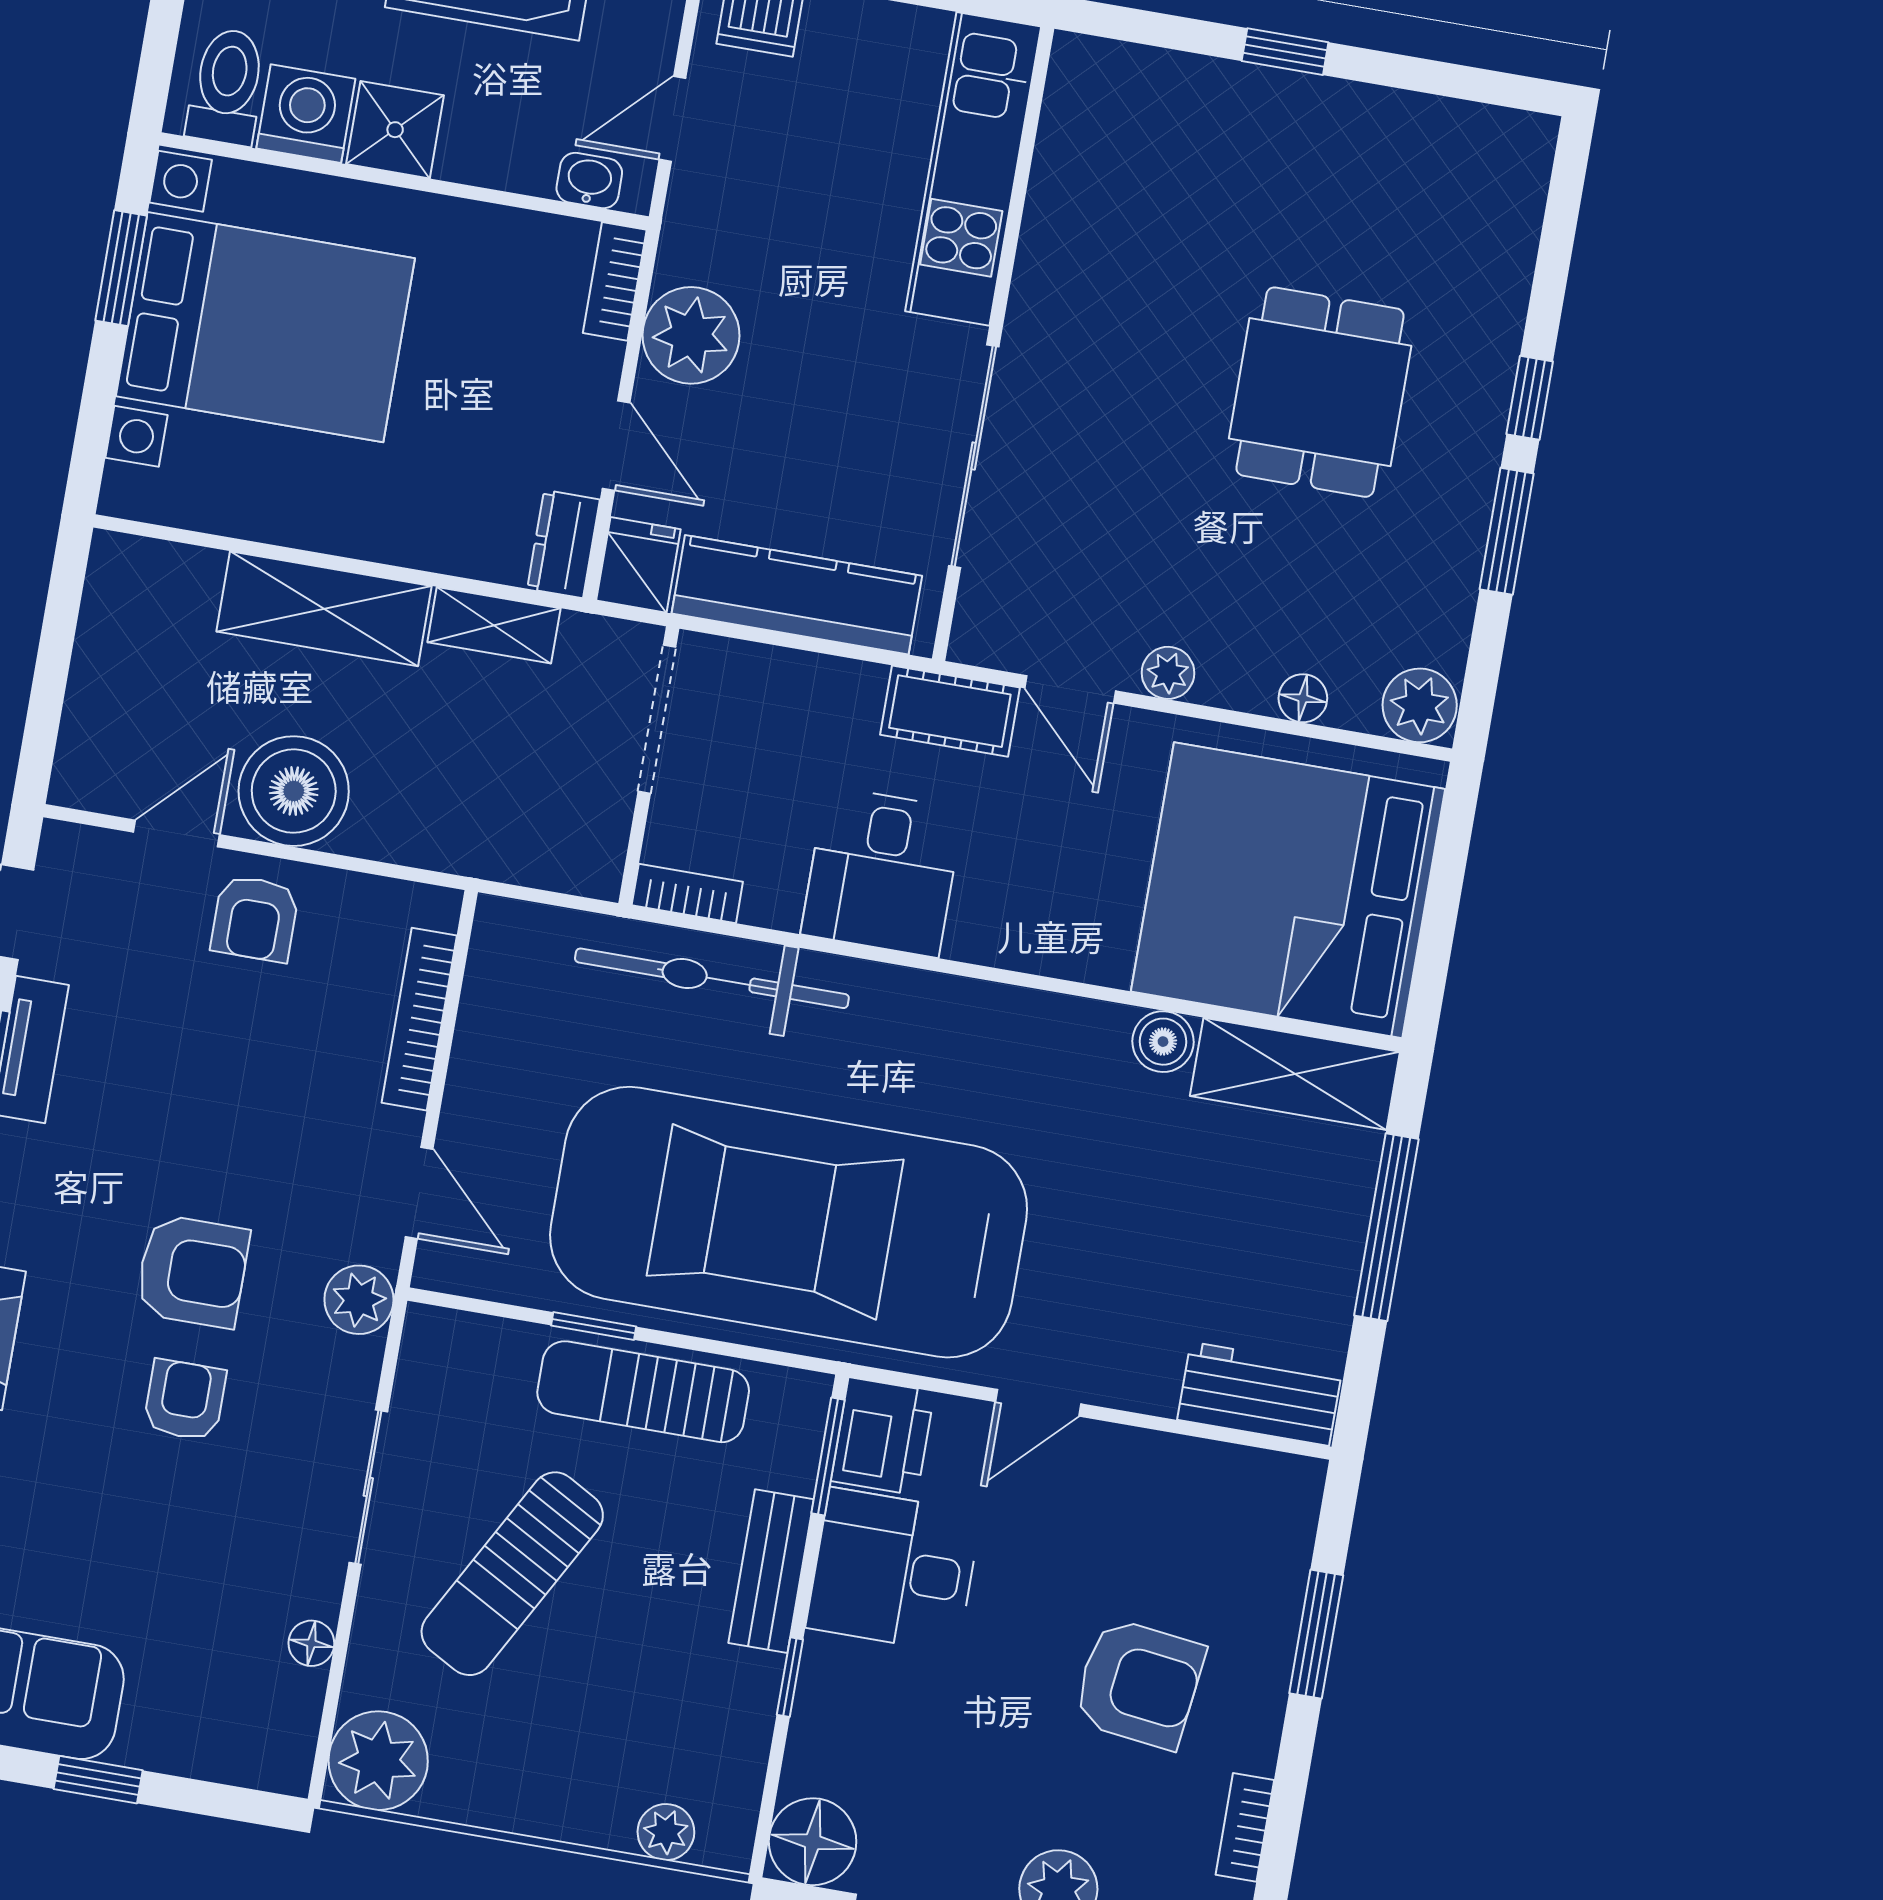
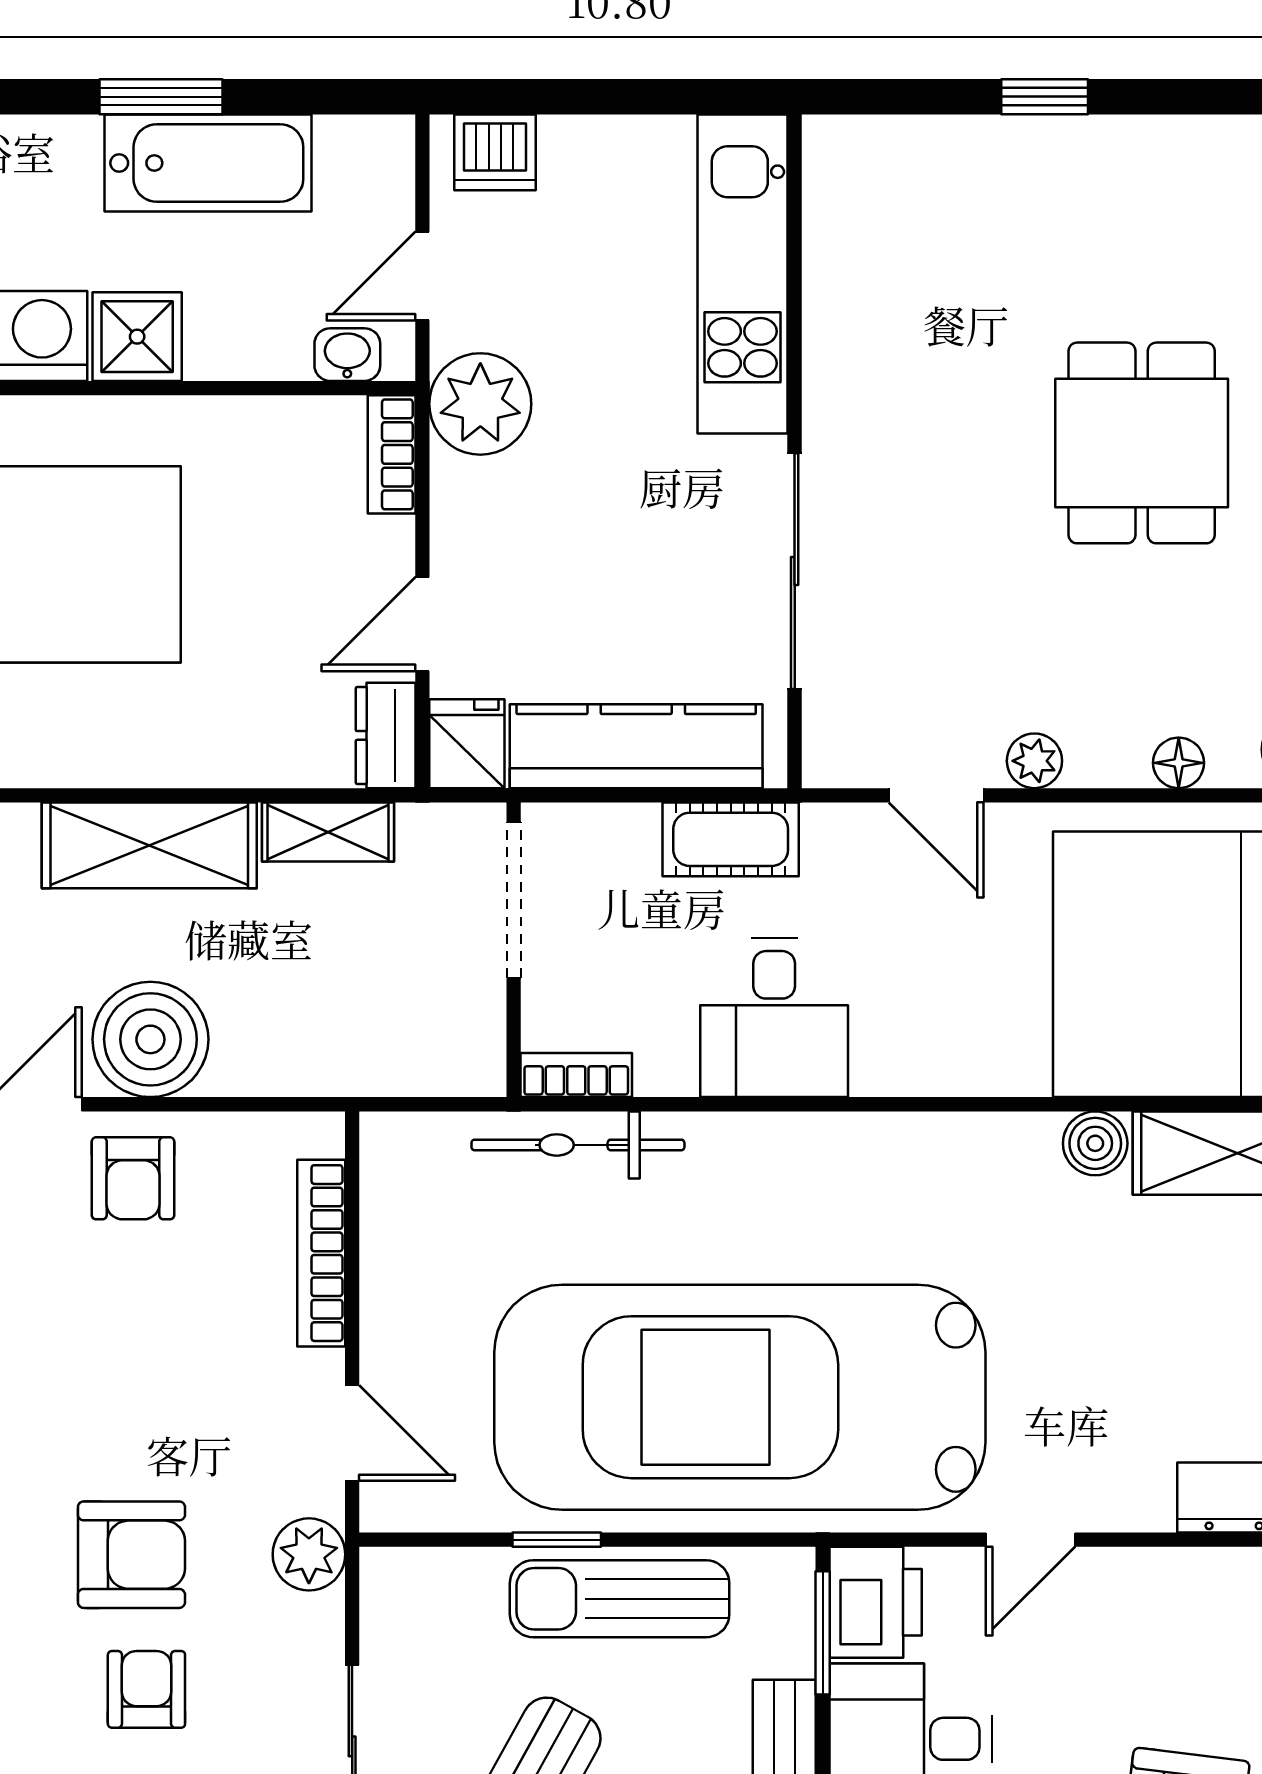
plant: (691, 335) -> (480, 404), moved
door: (616, 446) -> (422, 624), swing flipped
cot: (950, 711) -> (731, 839), moved
bicycle: (712, 978) -> (578, 1145), width x0.73, depth x0.71

